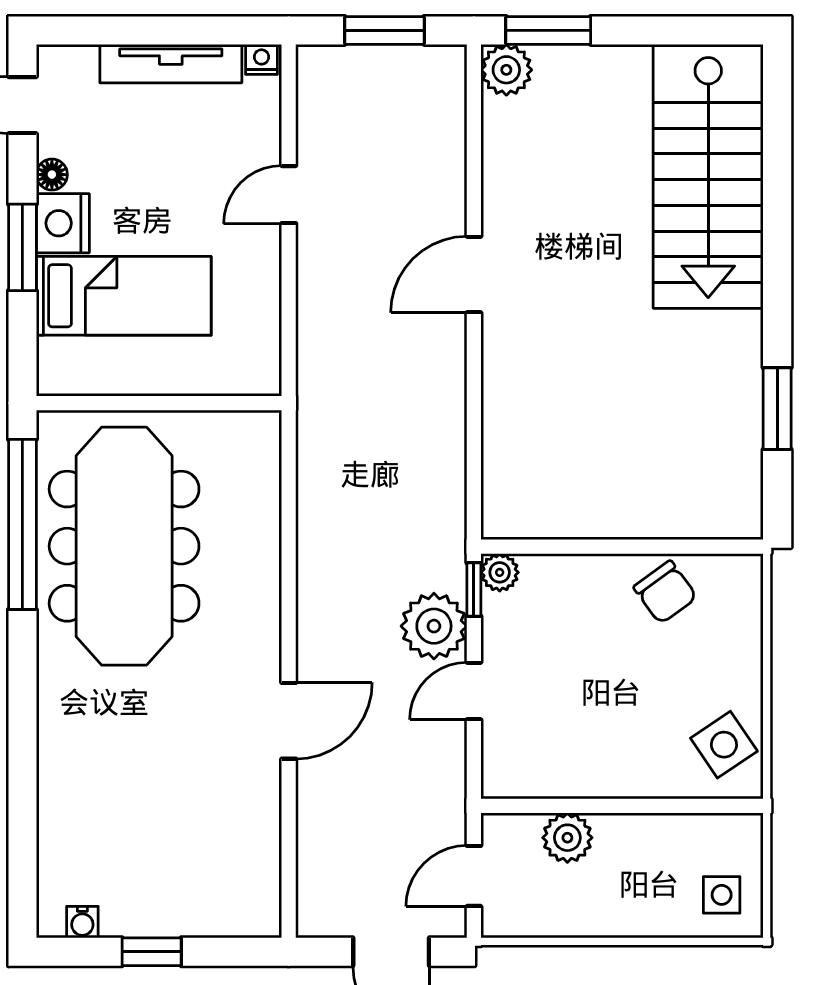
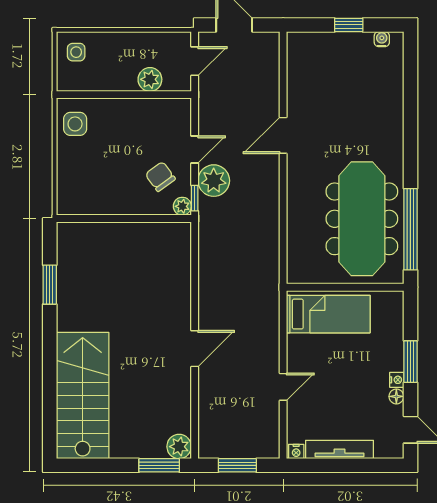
nightstand: (63, 223) -> (397, 380), width x0.53, depth x0.56
bed: (124, 296) -> (328, 314), moved, turned 180
chair: (665, 592) -> (160, 177), moved
side table: (724, 745) -> (75, 124), turned 34

